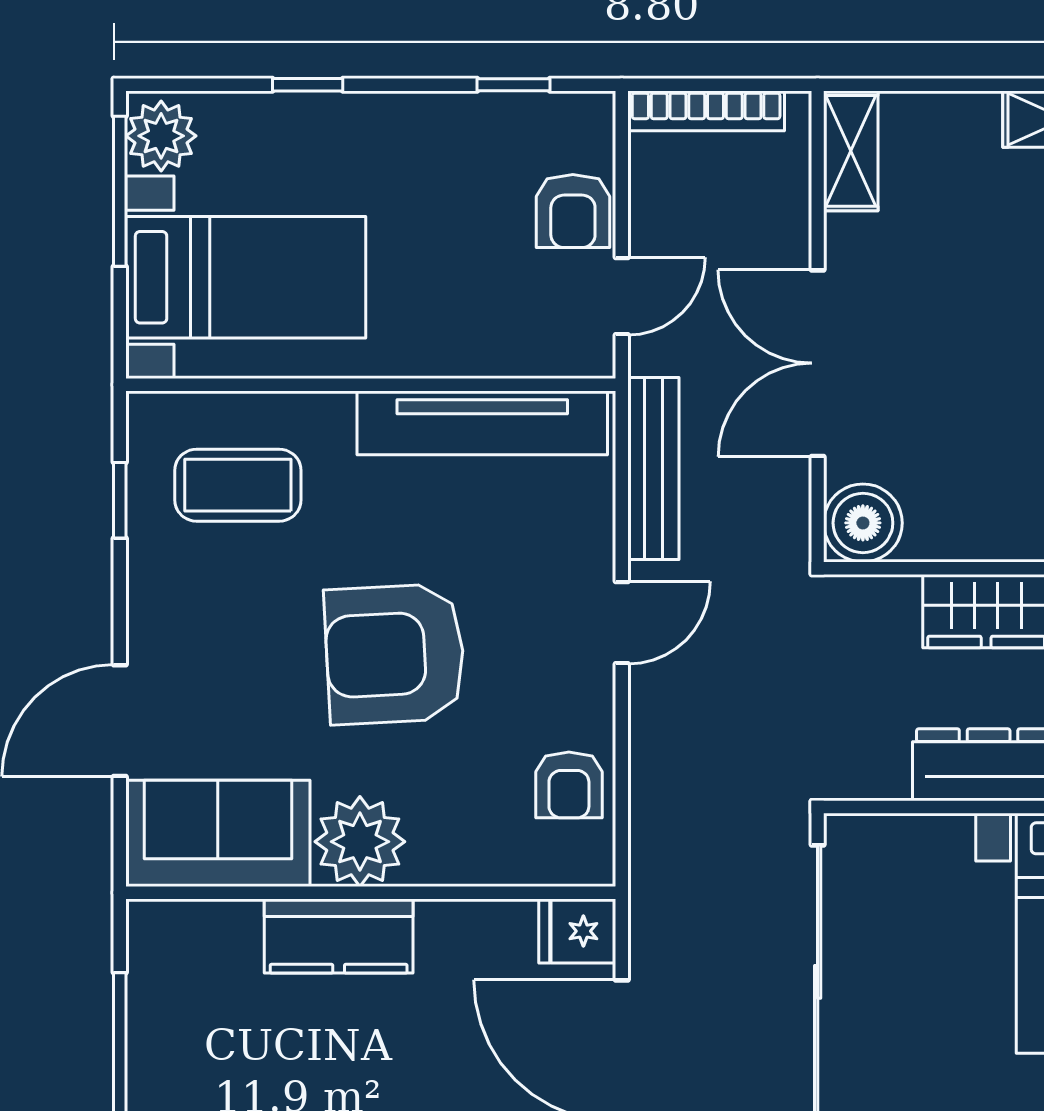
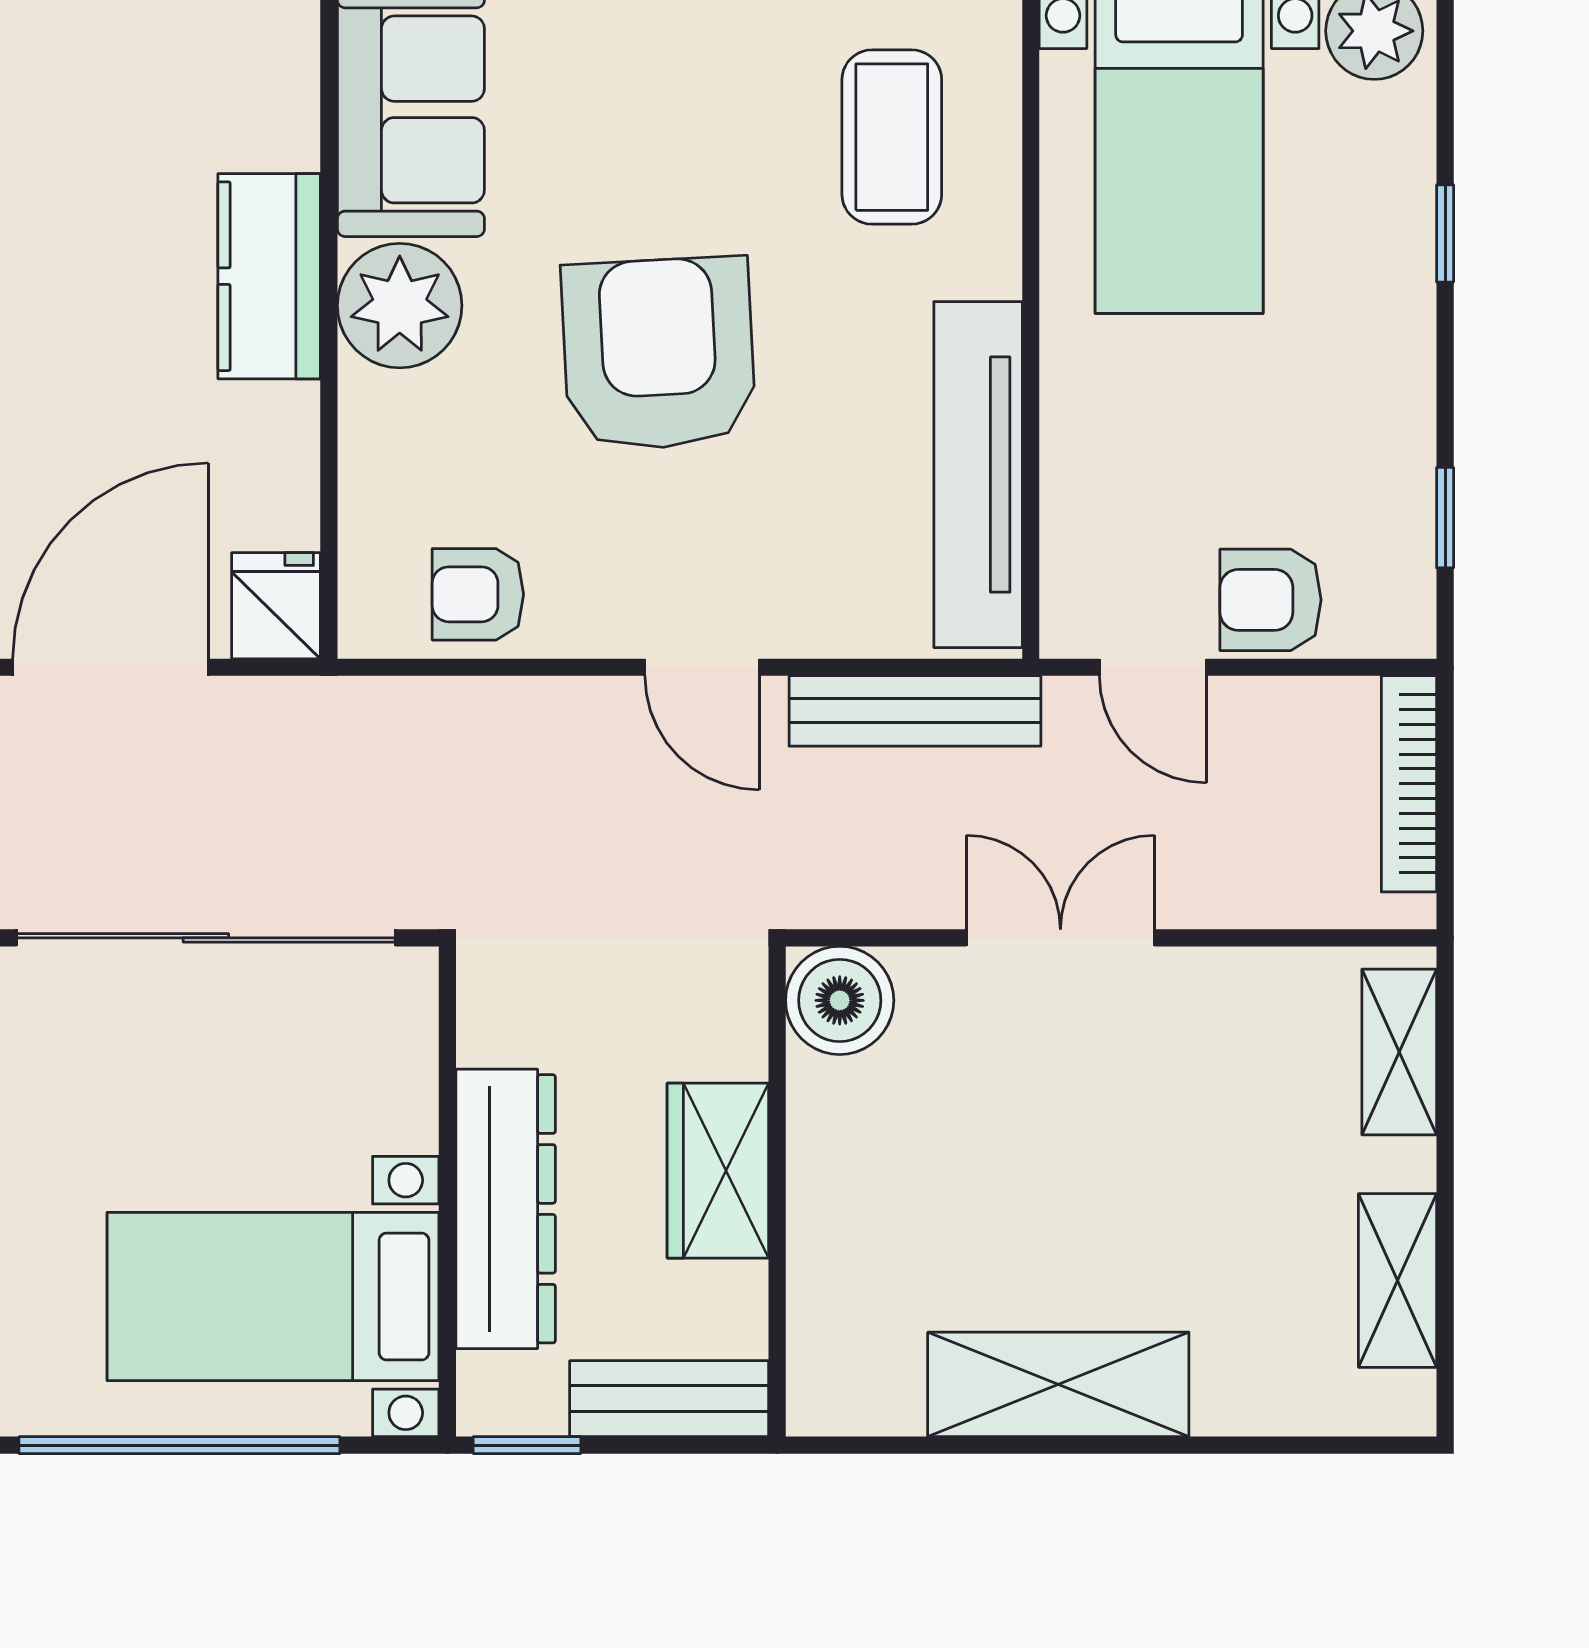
shelving: (851, 151) -> (1399, 1052), moved, turned 90
double door: (818, 363) -> (1060, 938), width x0.73

